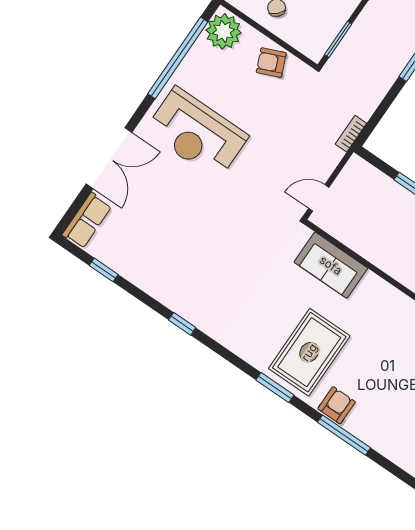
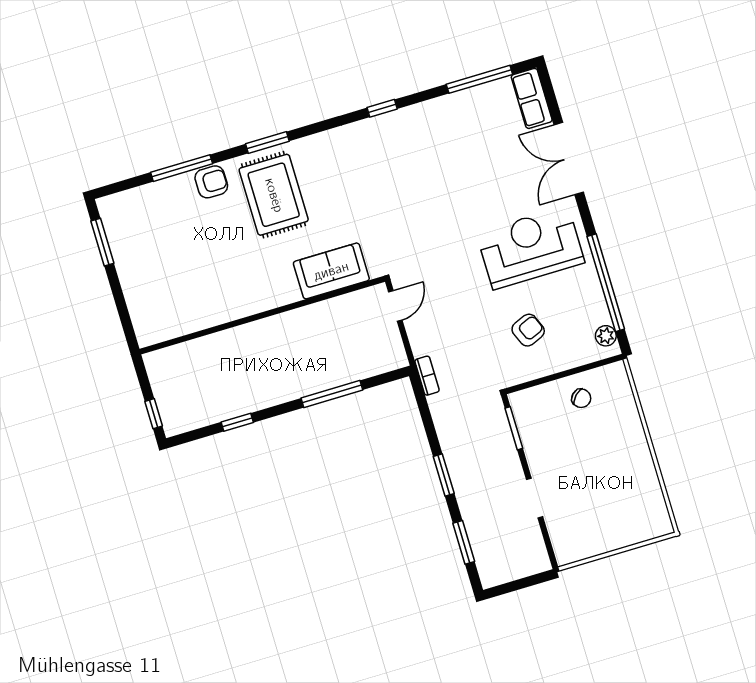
plant: (223, 31) -> (606, 336), width x0.53, depth x0.53
armchair: (271, 63) -> (528, 330), moved
window: (104, 270) -> (479, 79), width x2.17
armchair: (337, 405) -> (211, 182), turned -90

